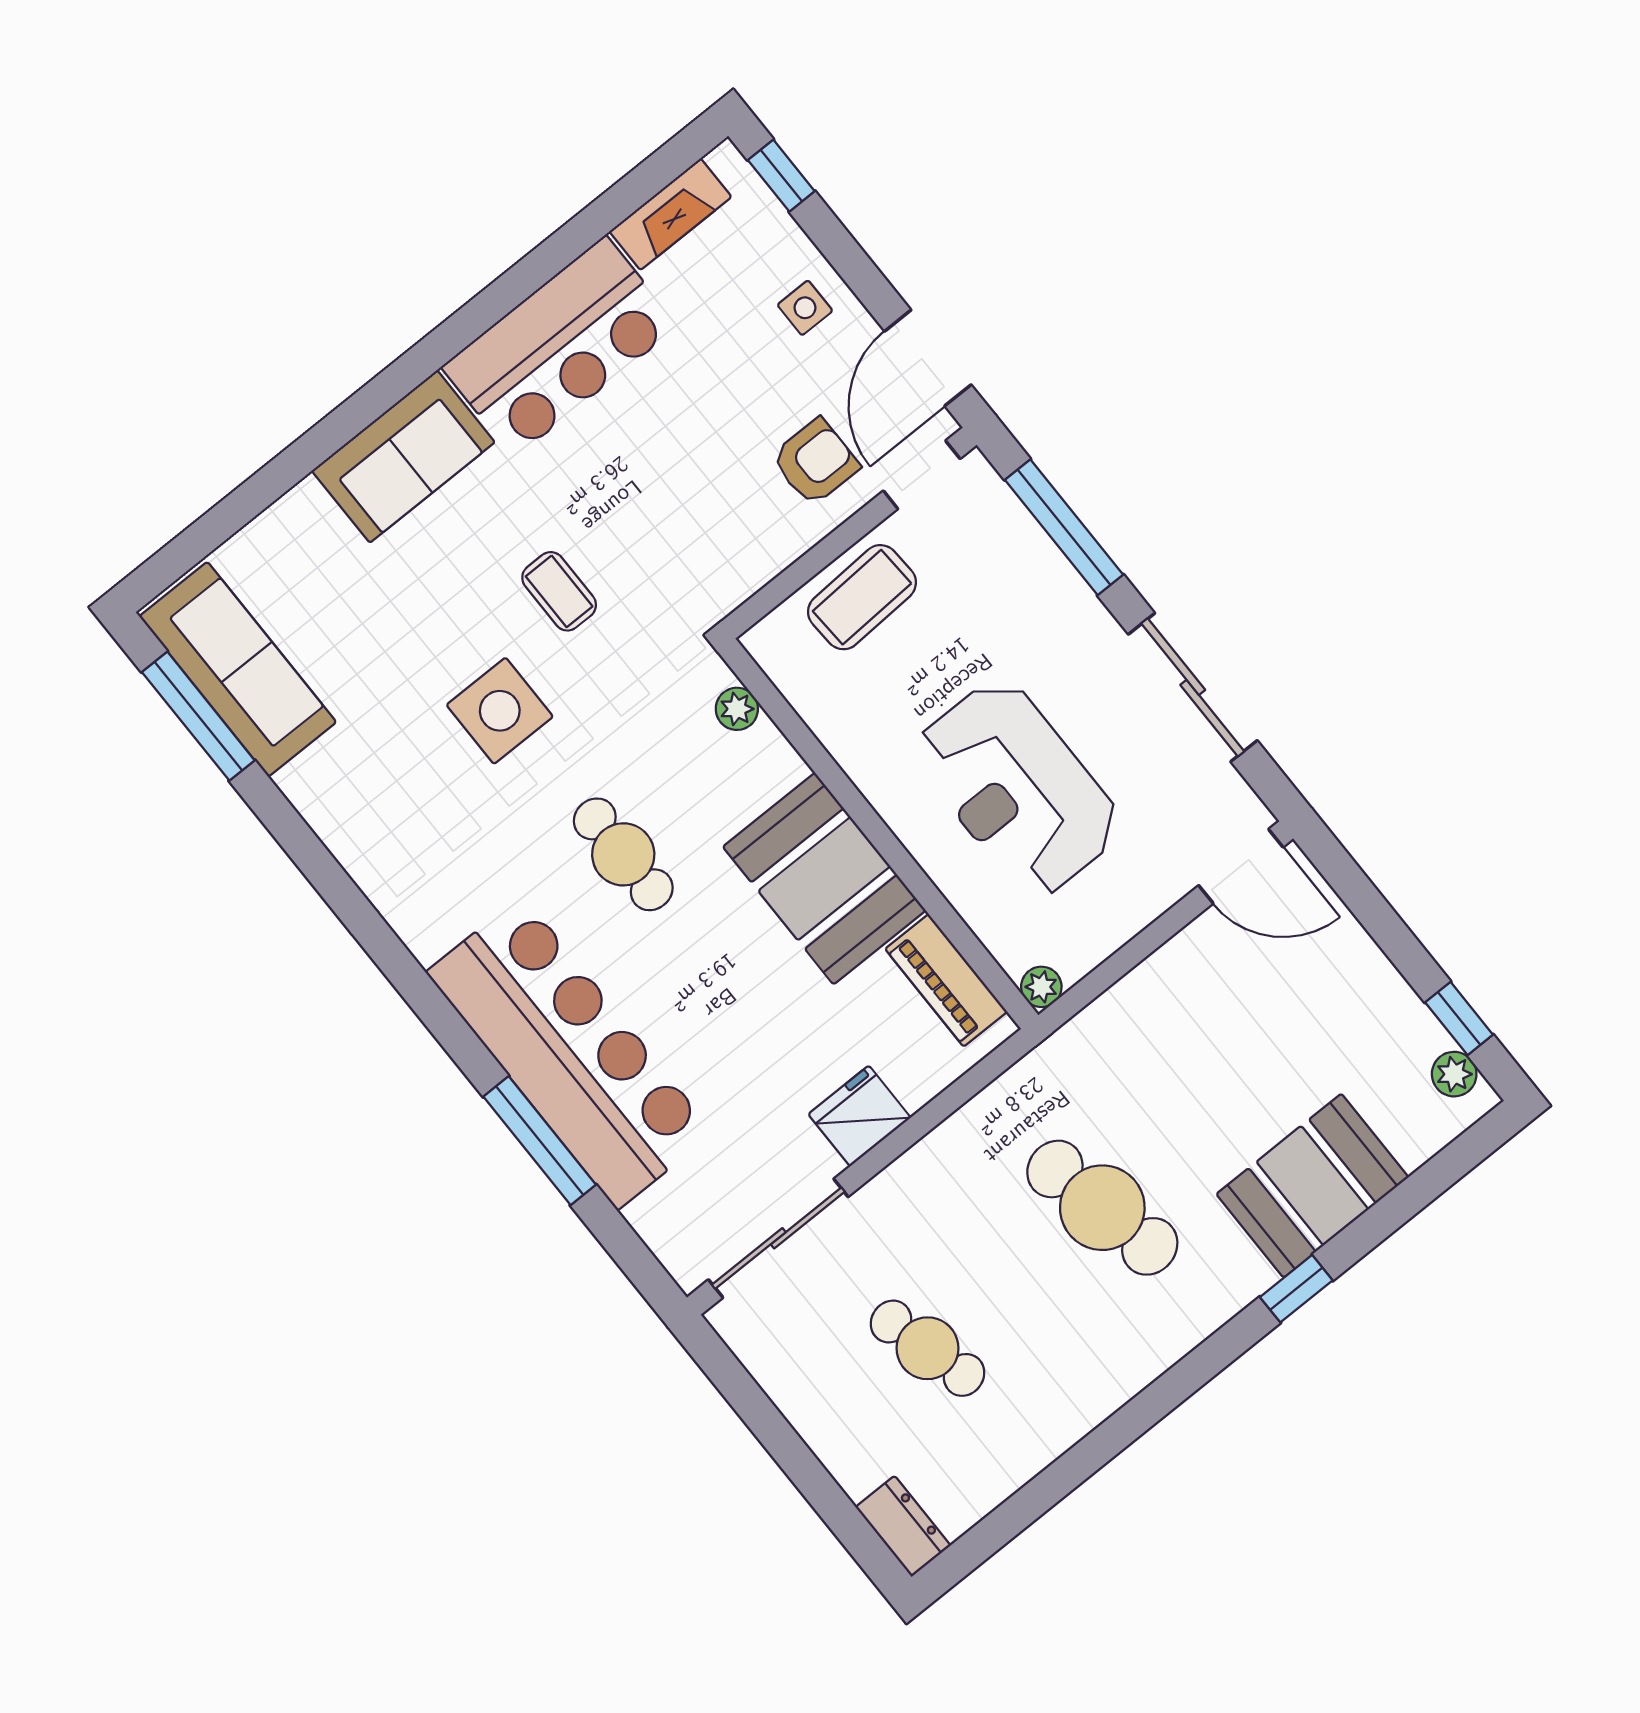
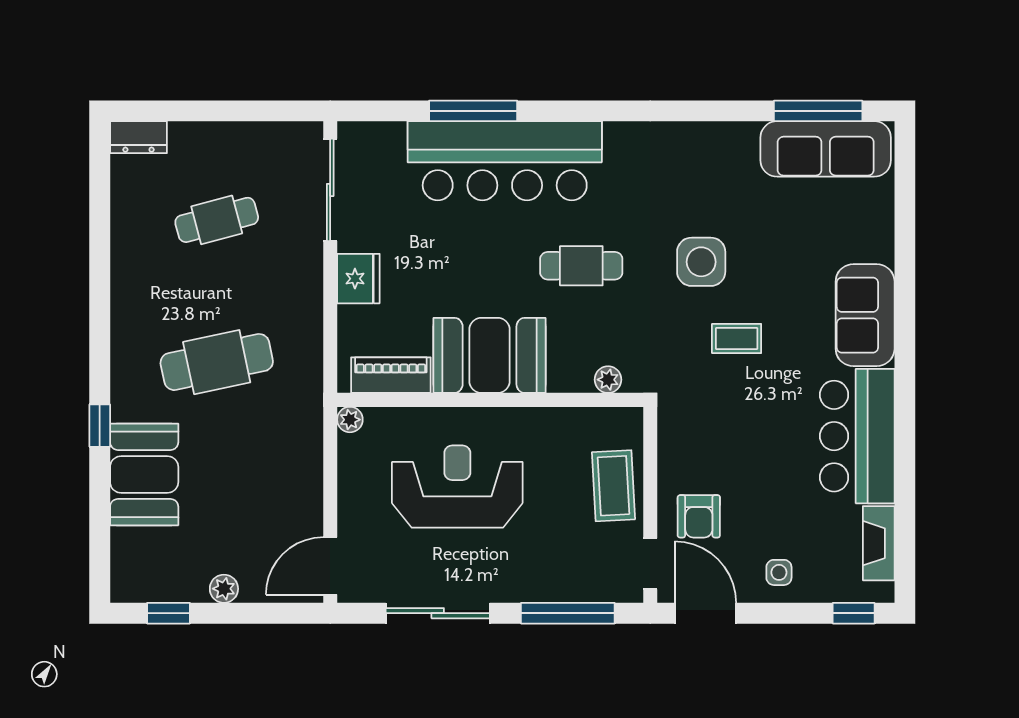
plant: (1454, 1074) -> (224, 589), moved

